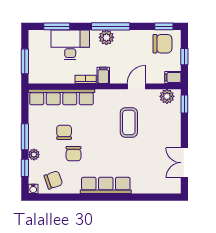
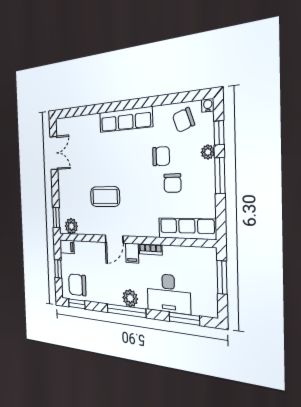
door: (136, 86) -> (114, 239), moved
row of seats: (61, 97) -> (187, 229), width x0.73
coffee table: (129, 122) -> (105, 197), turned 90
chair: (74, 154) -> (161, 156), turned 90

